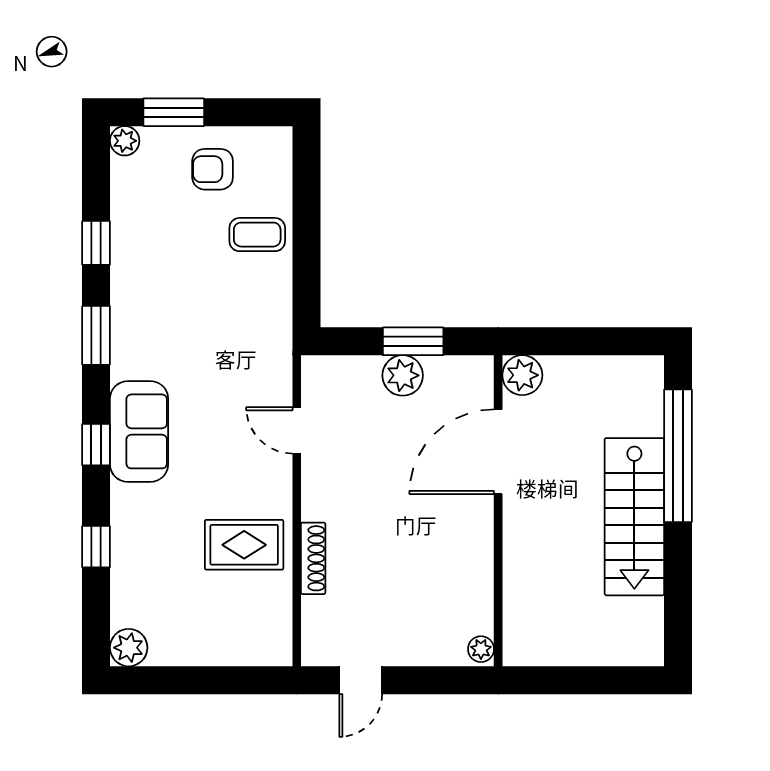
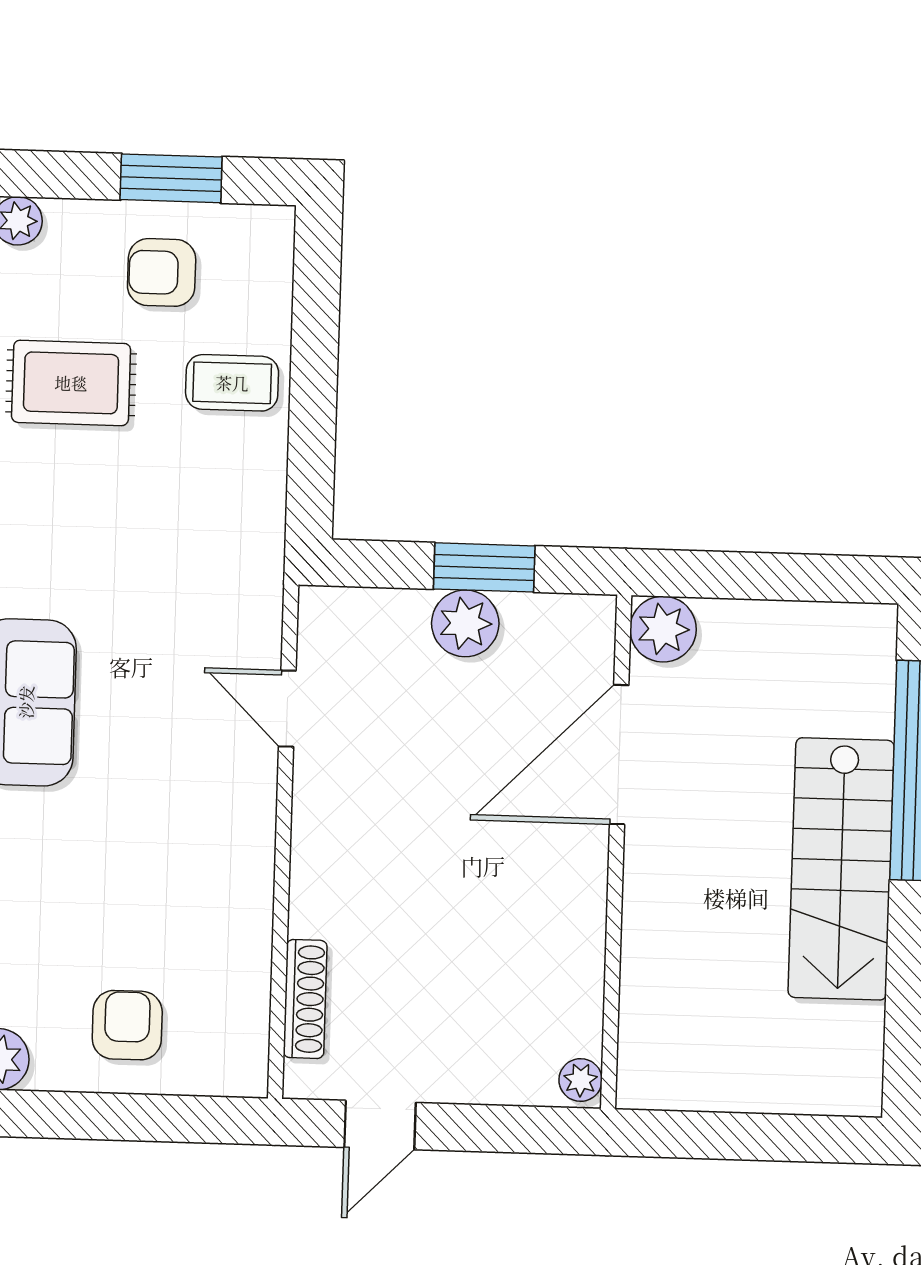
window: (174, 112) -> (171, 178), moved
rug: (244, 545) -> (71, 383), moved
shoe rack: (313, 558) -> (305, 999), moved
armchair: (206, 625) -> (127, 1025), added

